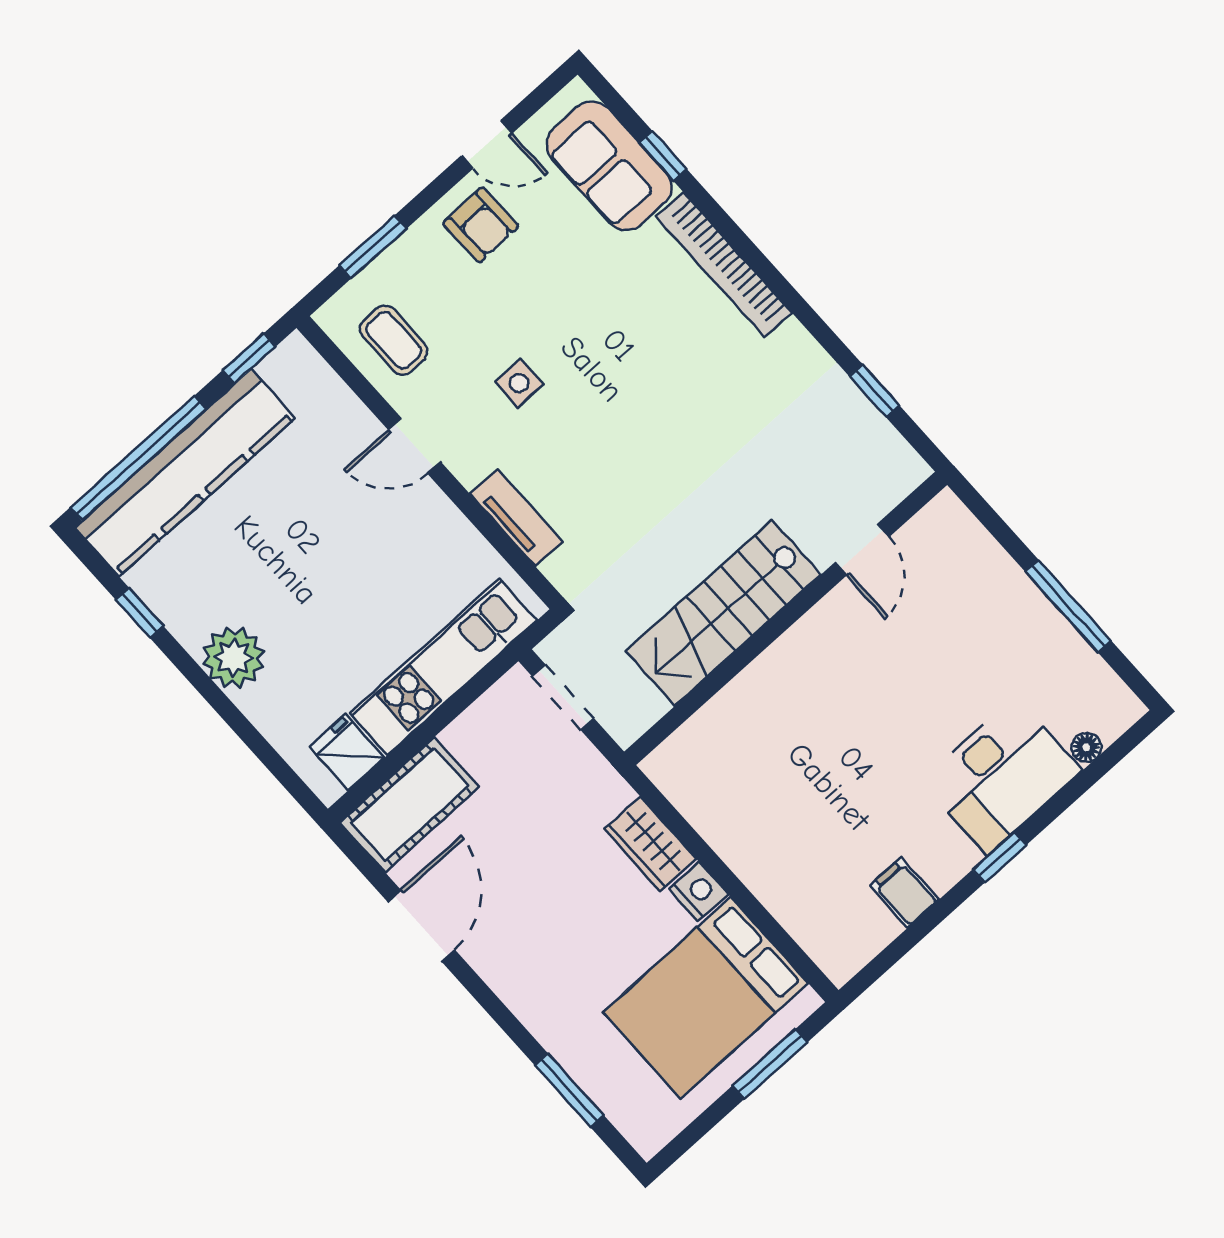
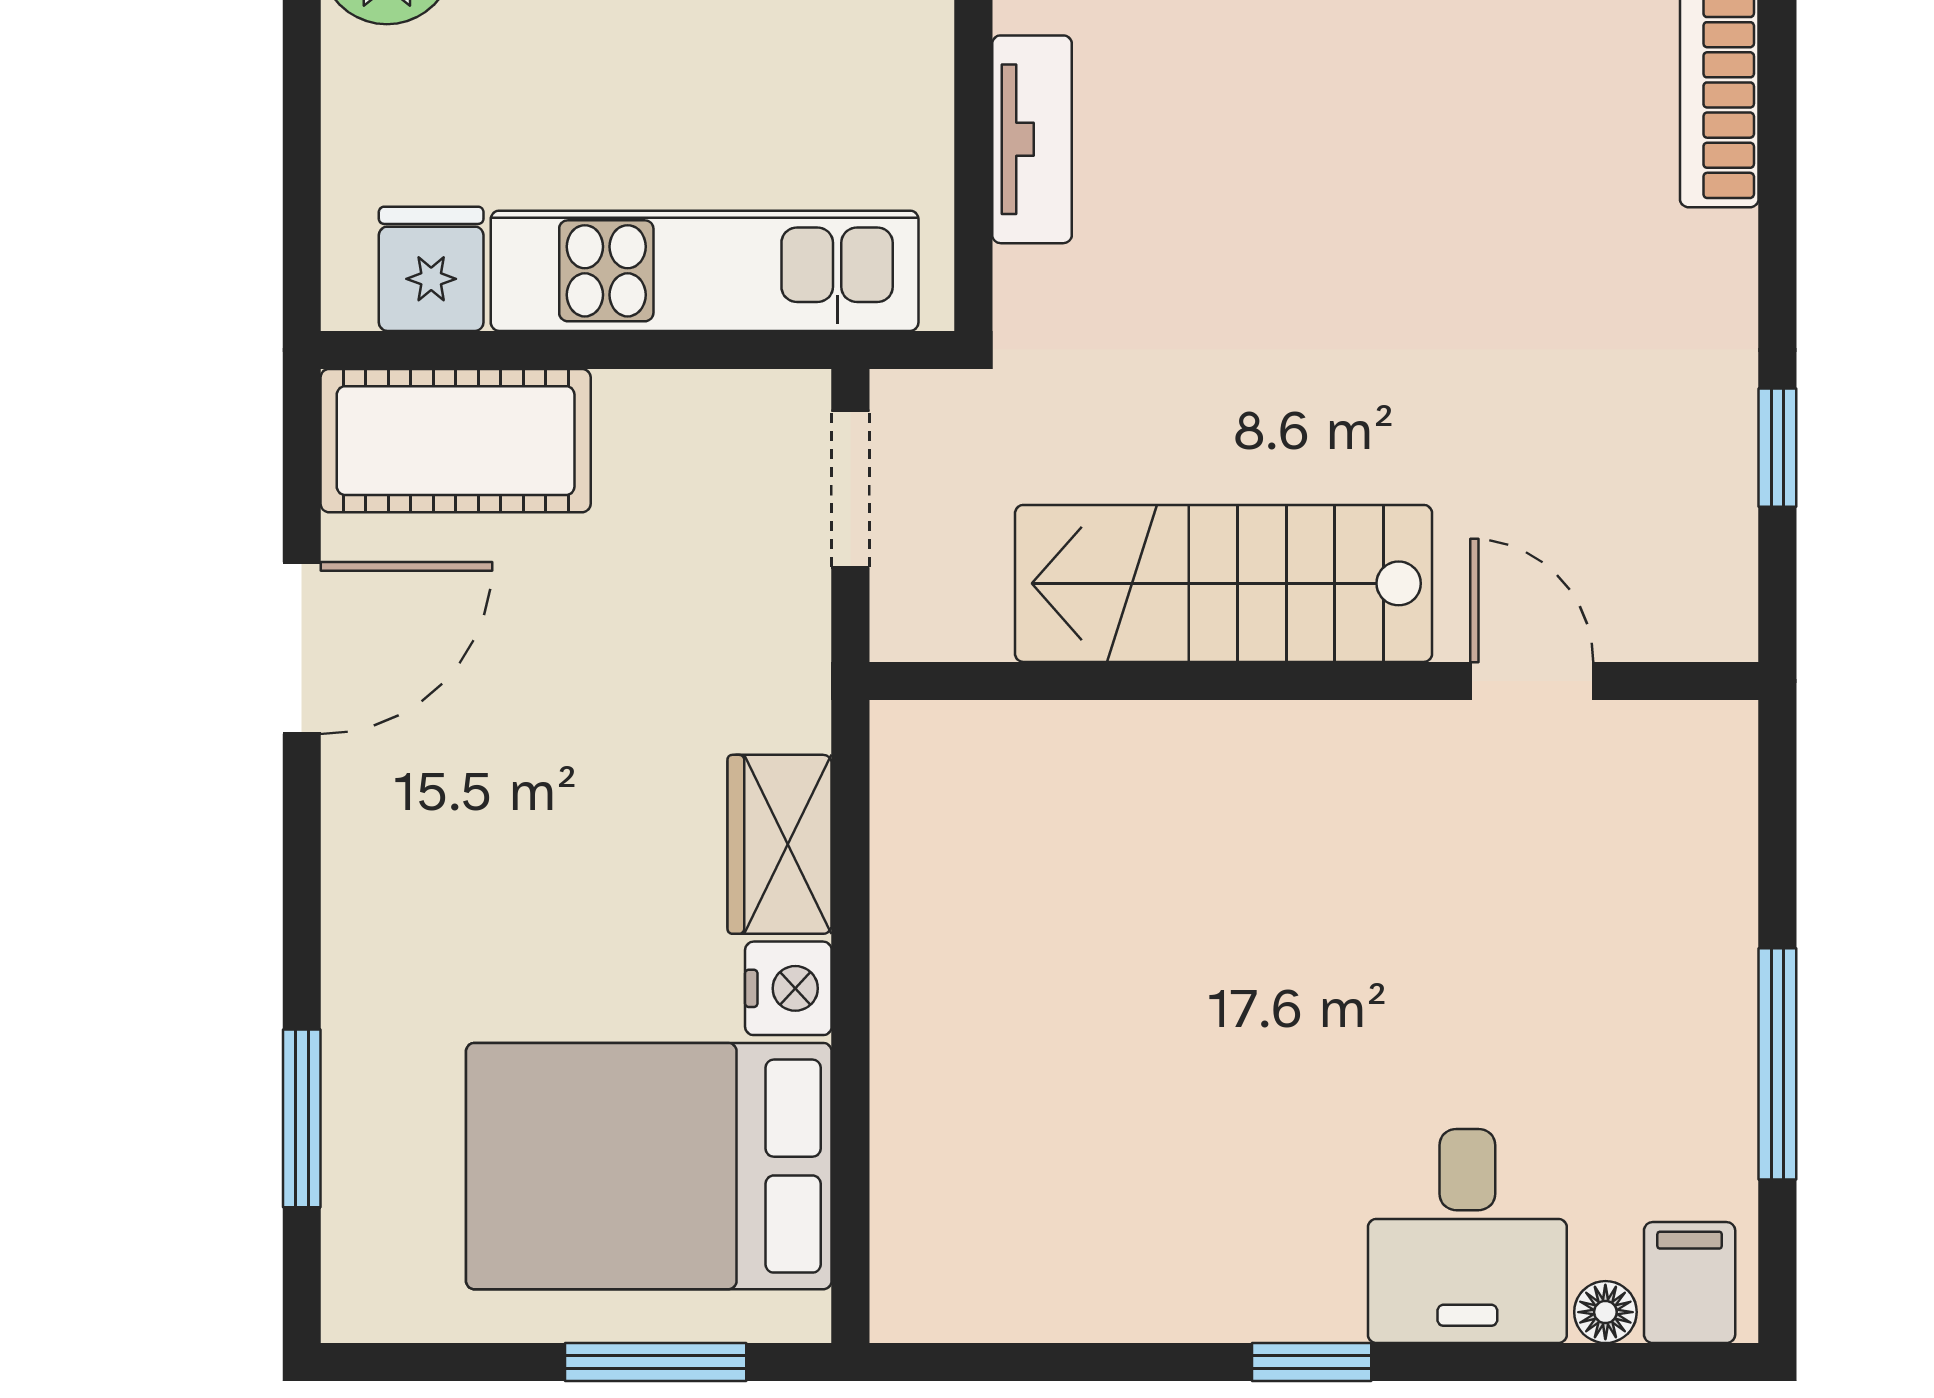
door: (862, 550) -> (1532, 681), swing flipped
desk: (1001, 776) -> (1467, 1236), width x0.73
filing cabinet: (904, 893) -> (1690, 1283), moved

